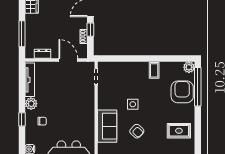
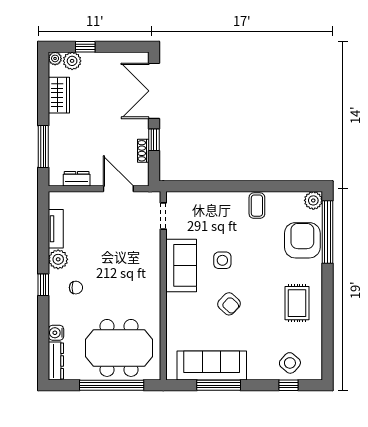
tv unit: (30, 80) -> (56, 229), width x0.71
sofa: (107, 126) -> (181, 265), moved
rug: (179, 131) -> (297, 303), turned 90

